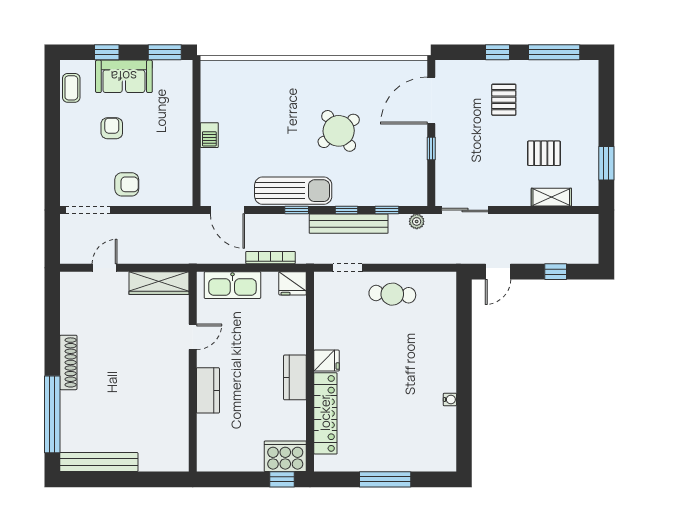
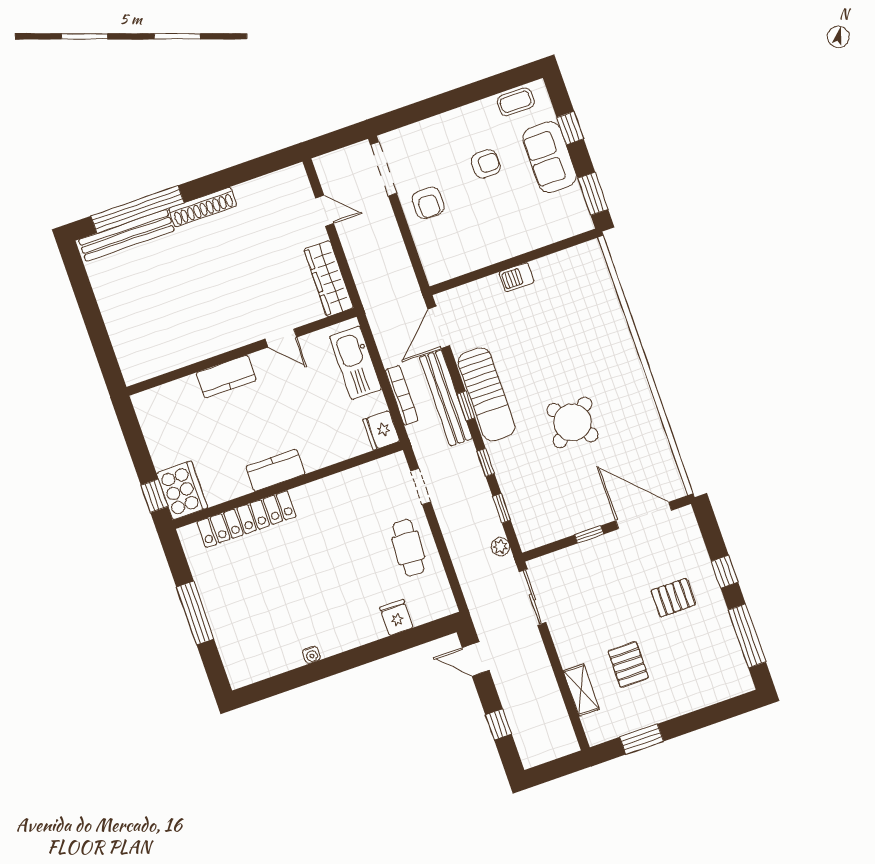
bench: (349, 224) -> (446, 398), moved
fridge: (327, 361) -> (396, 617), moved, turned 180
bench: (99, 462) -> (126, 235), moved, turned 90

